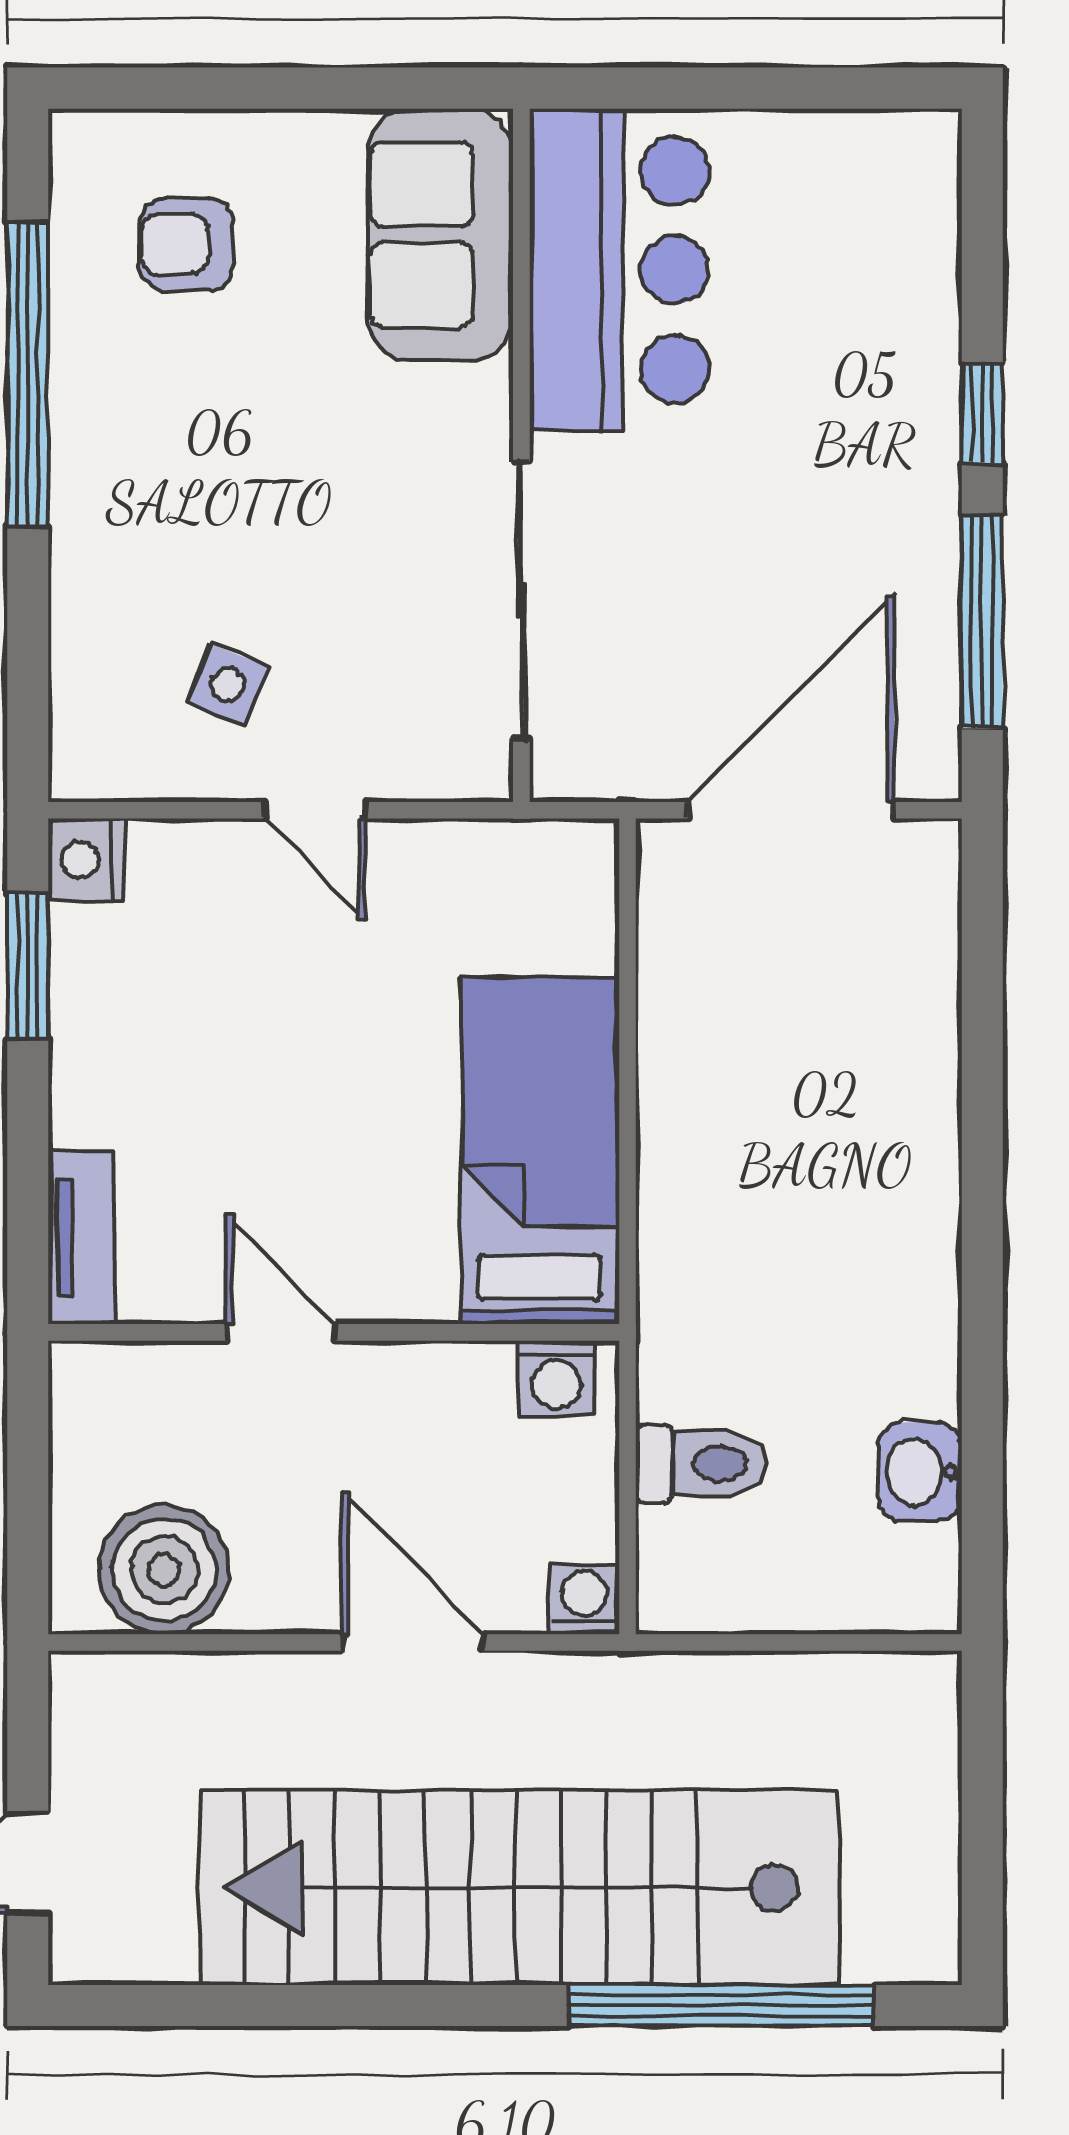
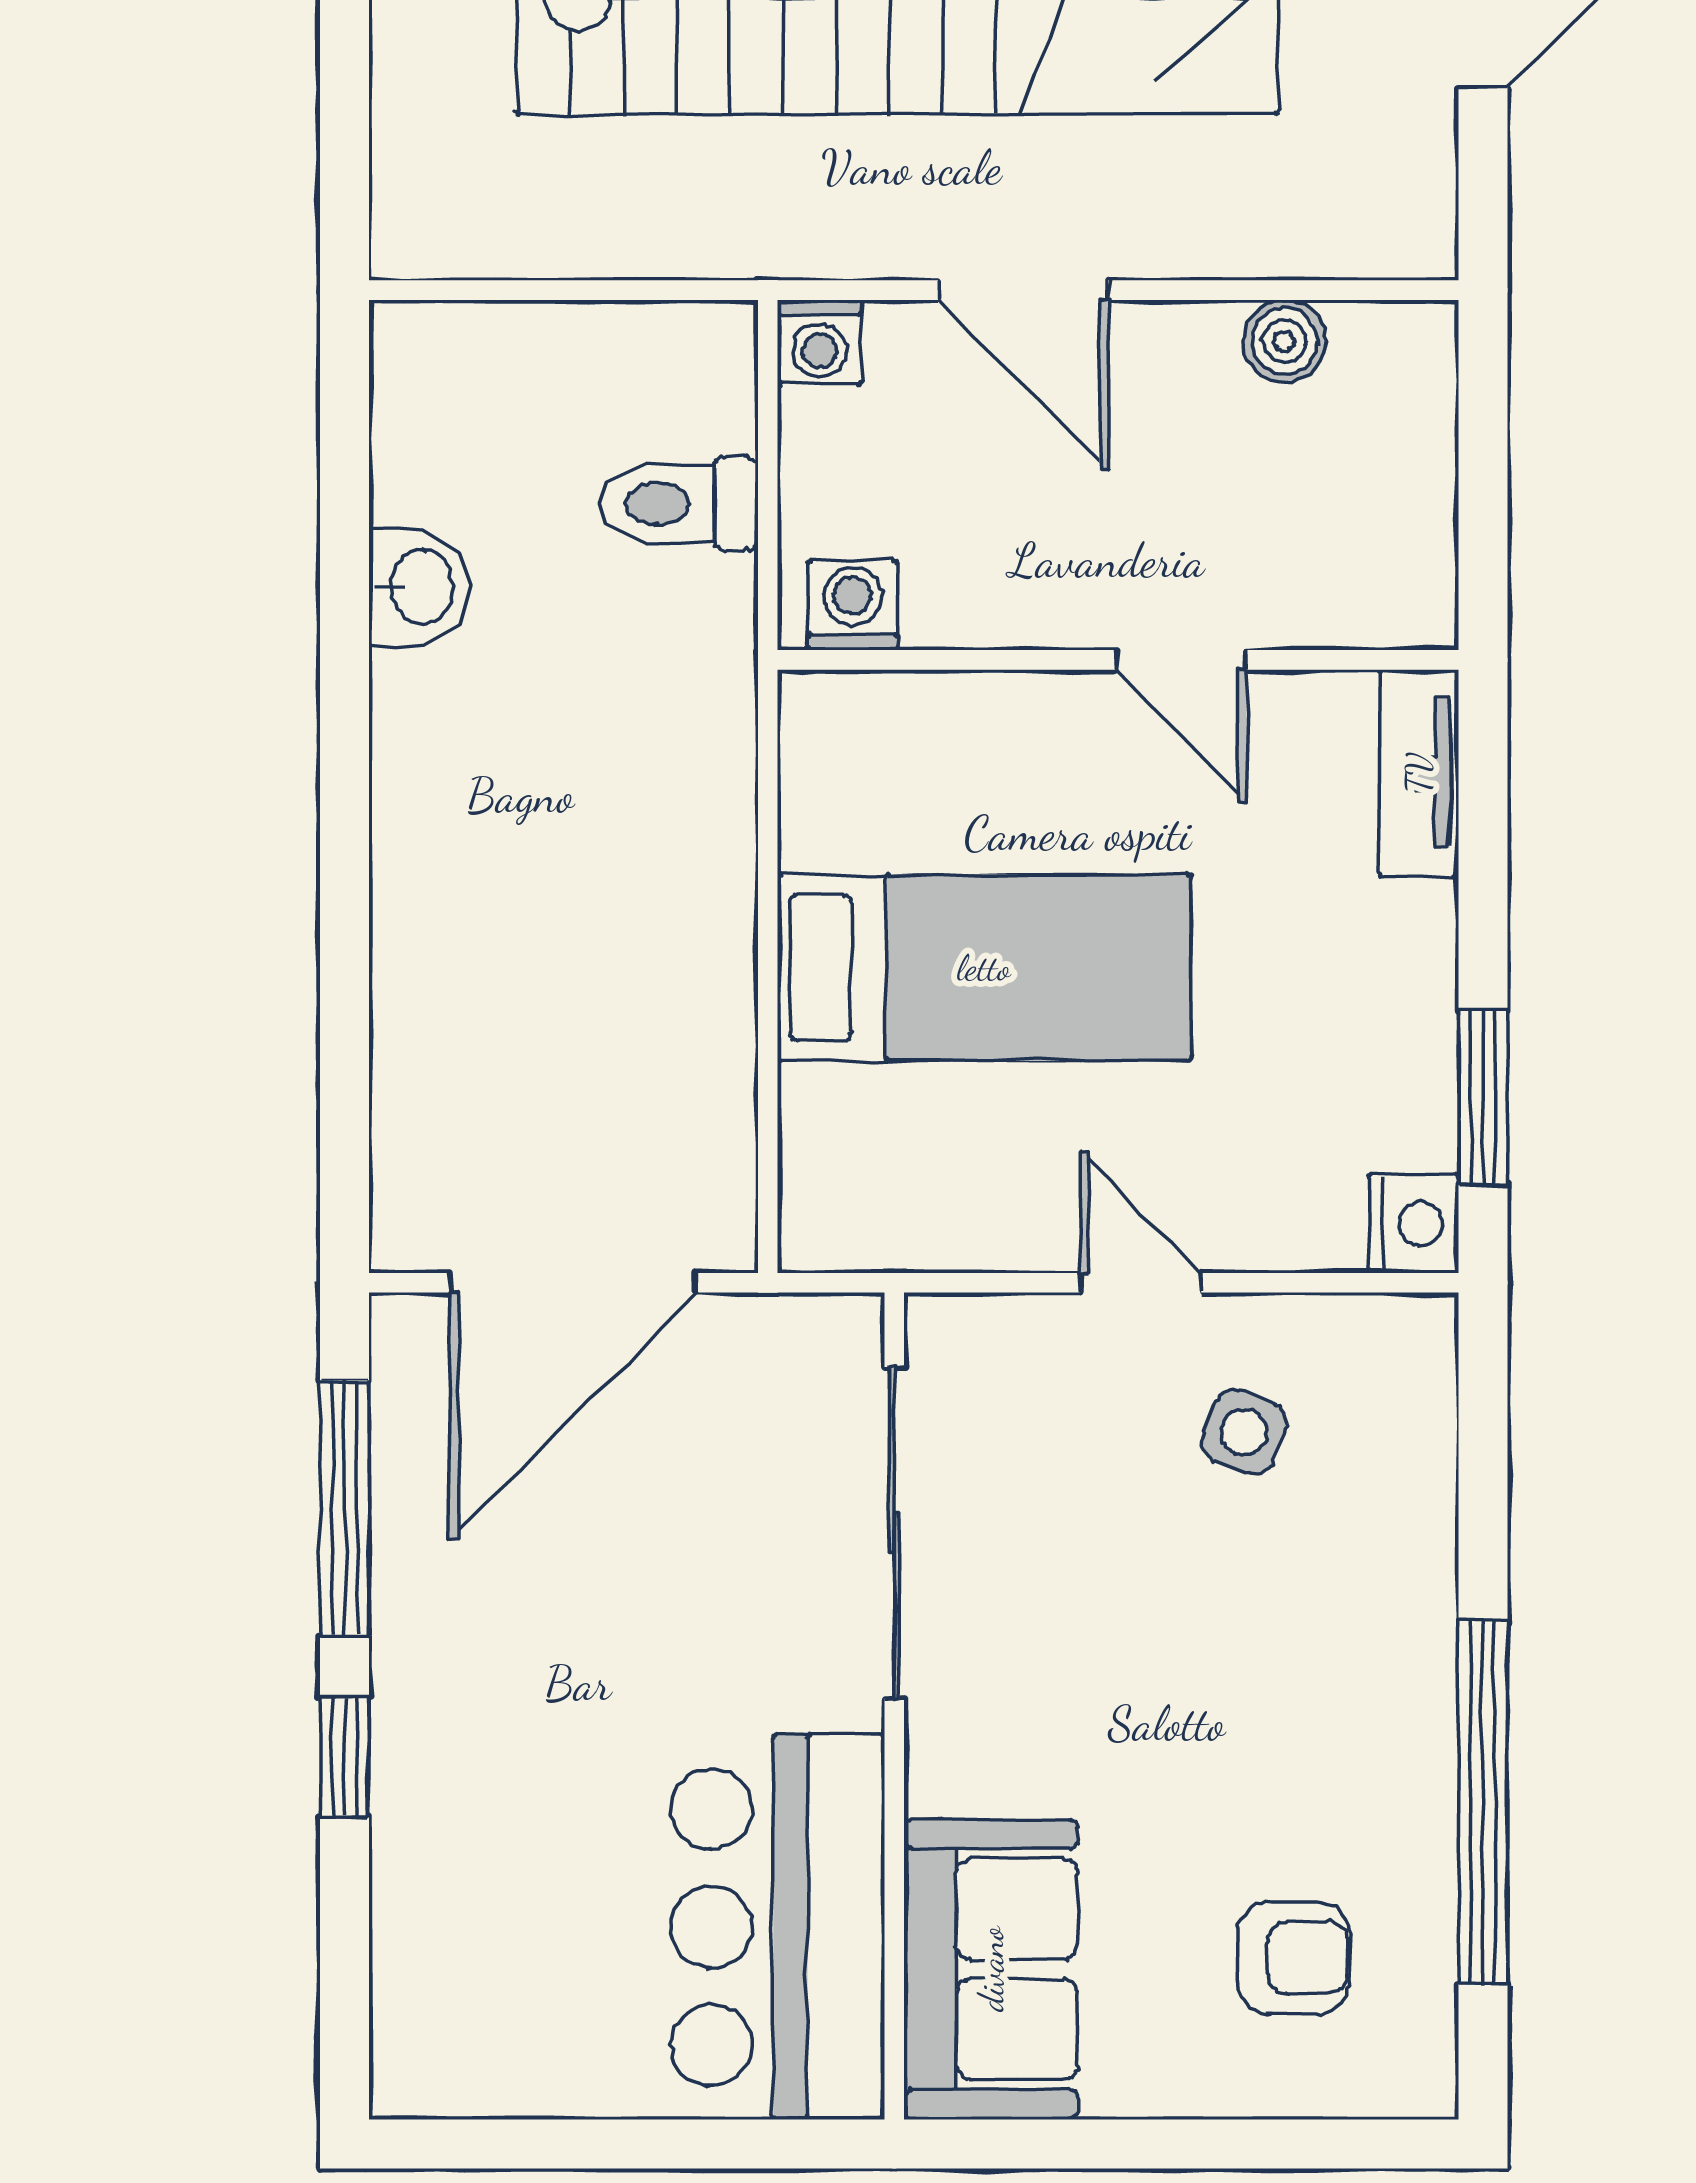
bed: (539, 1151) -> (984, 968), moved, turned -90
washbasin: (920, 1472) -> (419, 587), moved
boiler: (164, 1570) -> (1285, 341), width x0.54, depth x0.54

